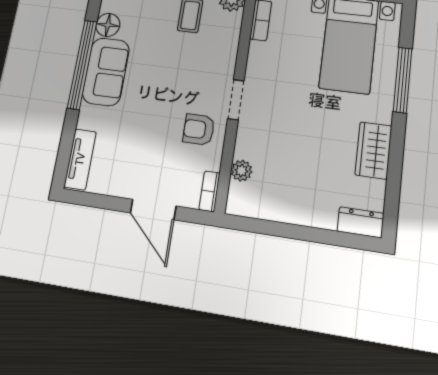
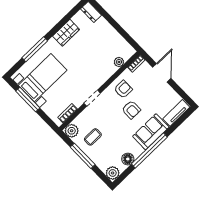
sofa: (106, 72) -> (151, 132), moved
doorway: (236, 100) -> (92, 98), moved
armchair: (160, 106) -> (131, 110), added
armchair: (199, 129) -> (123, 89), turned -90

